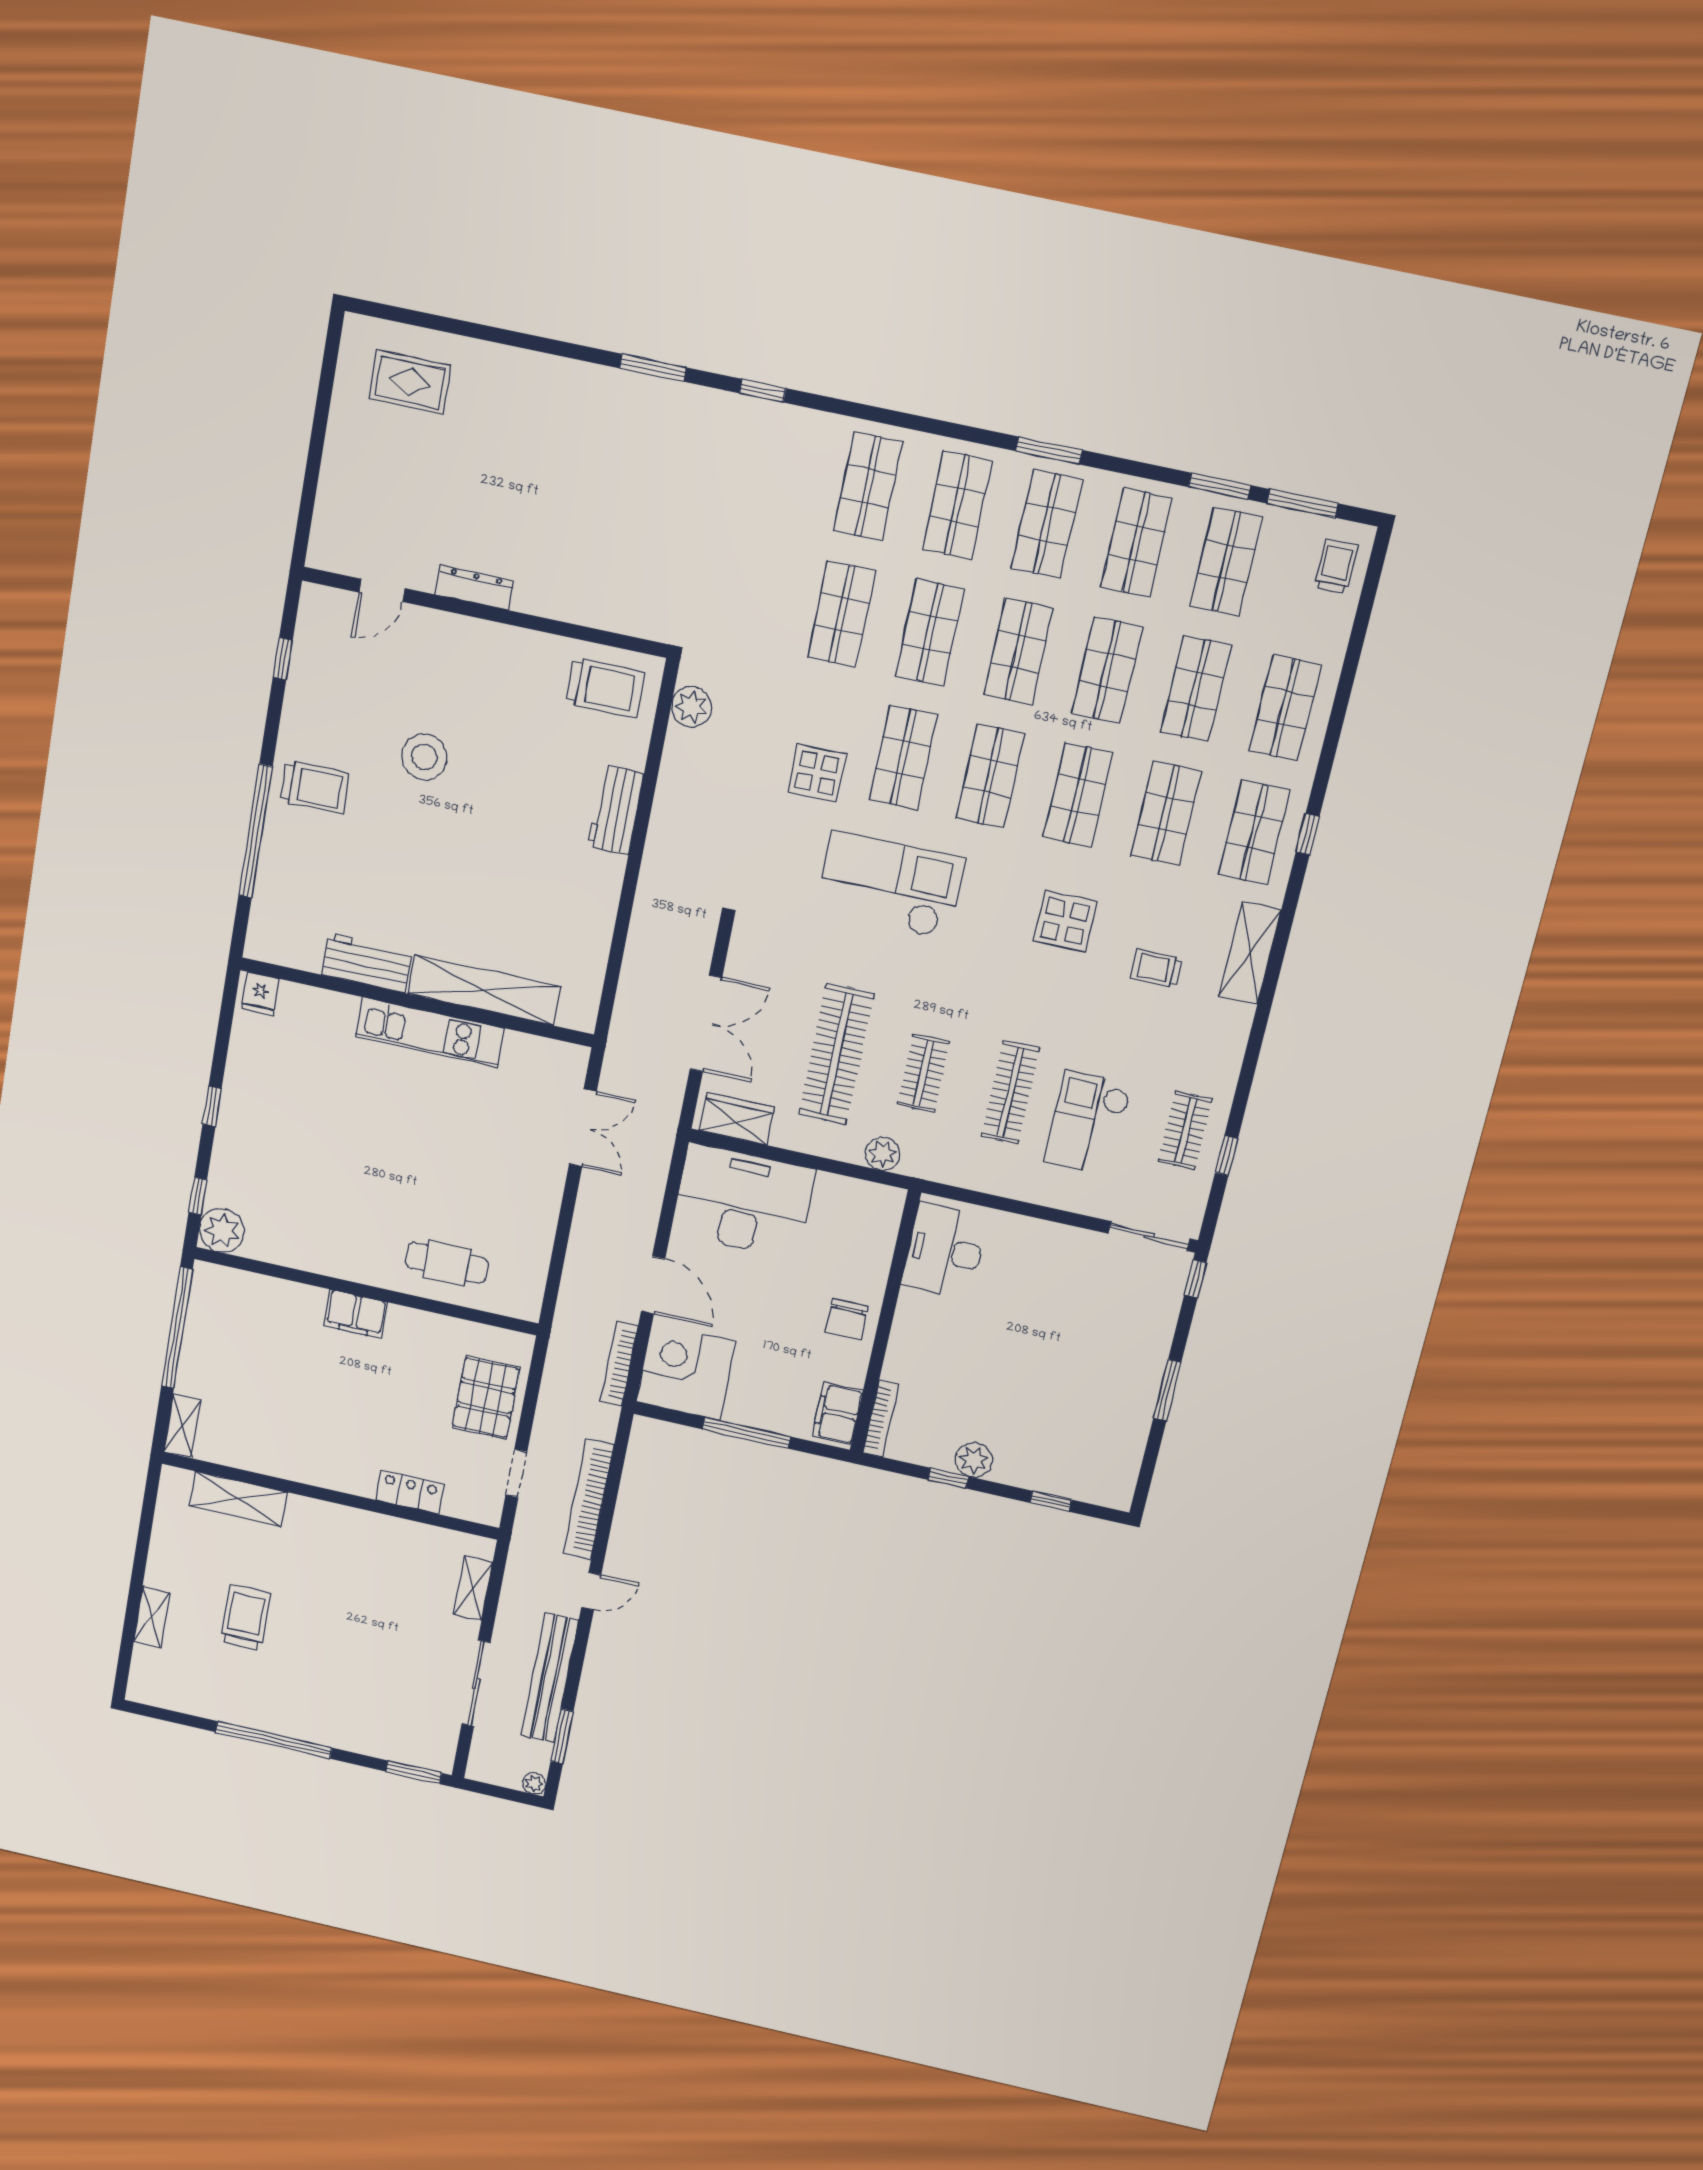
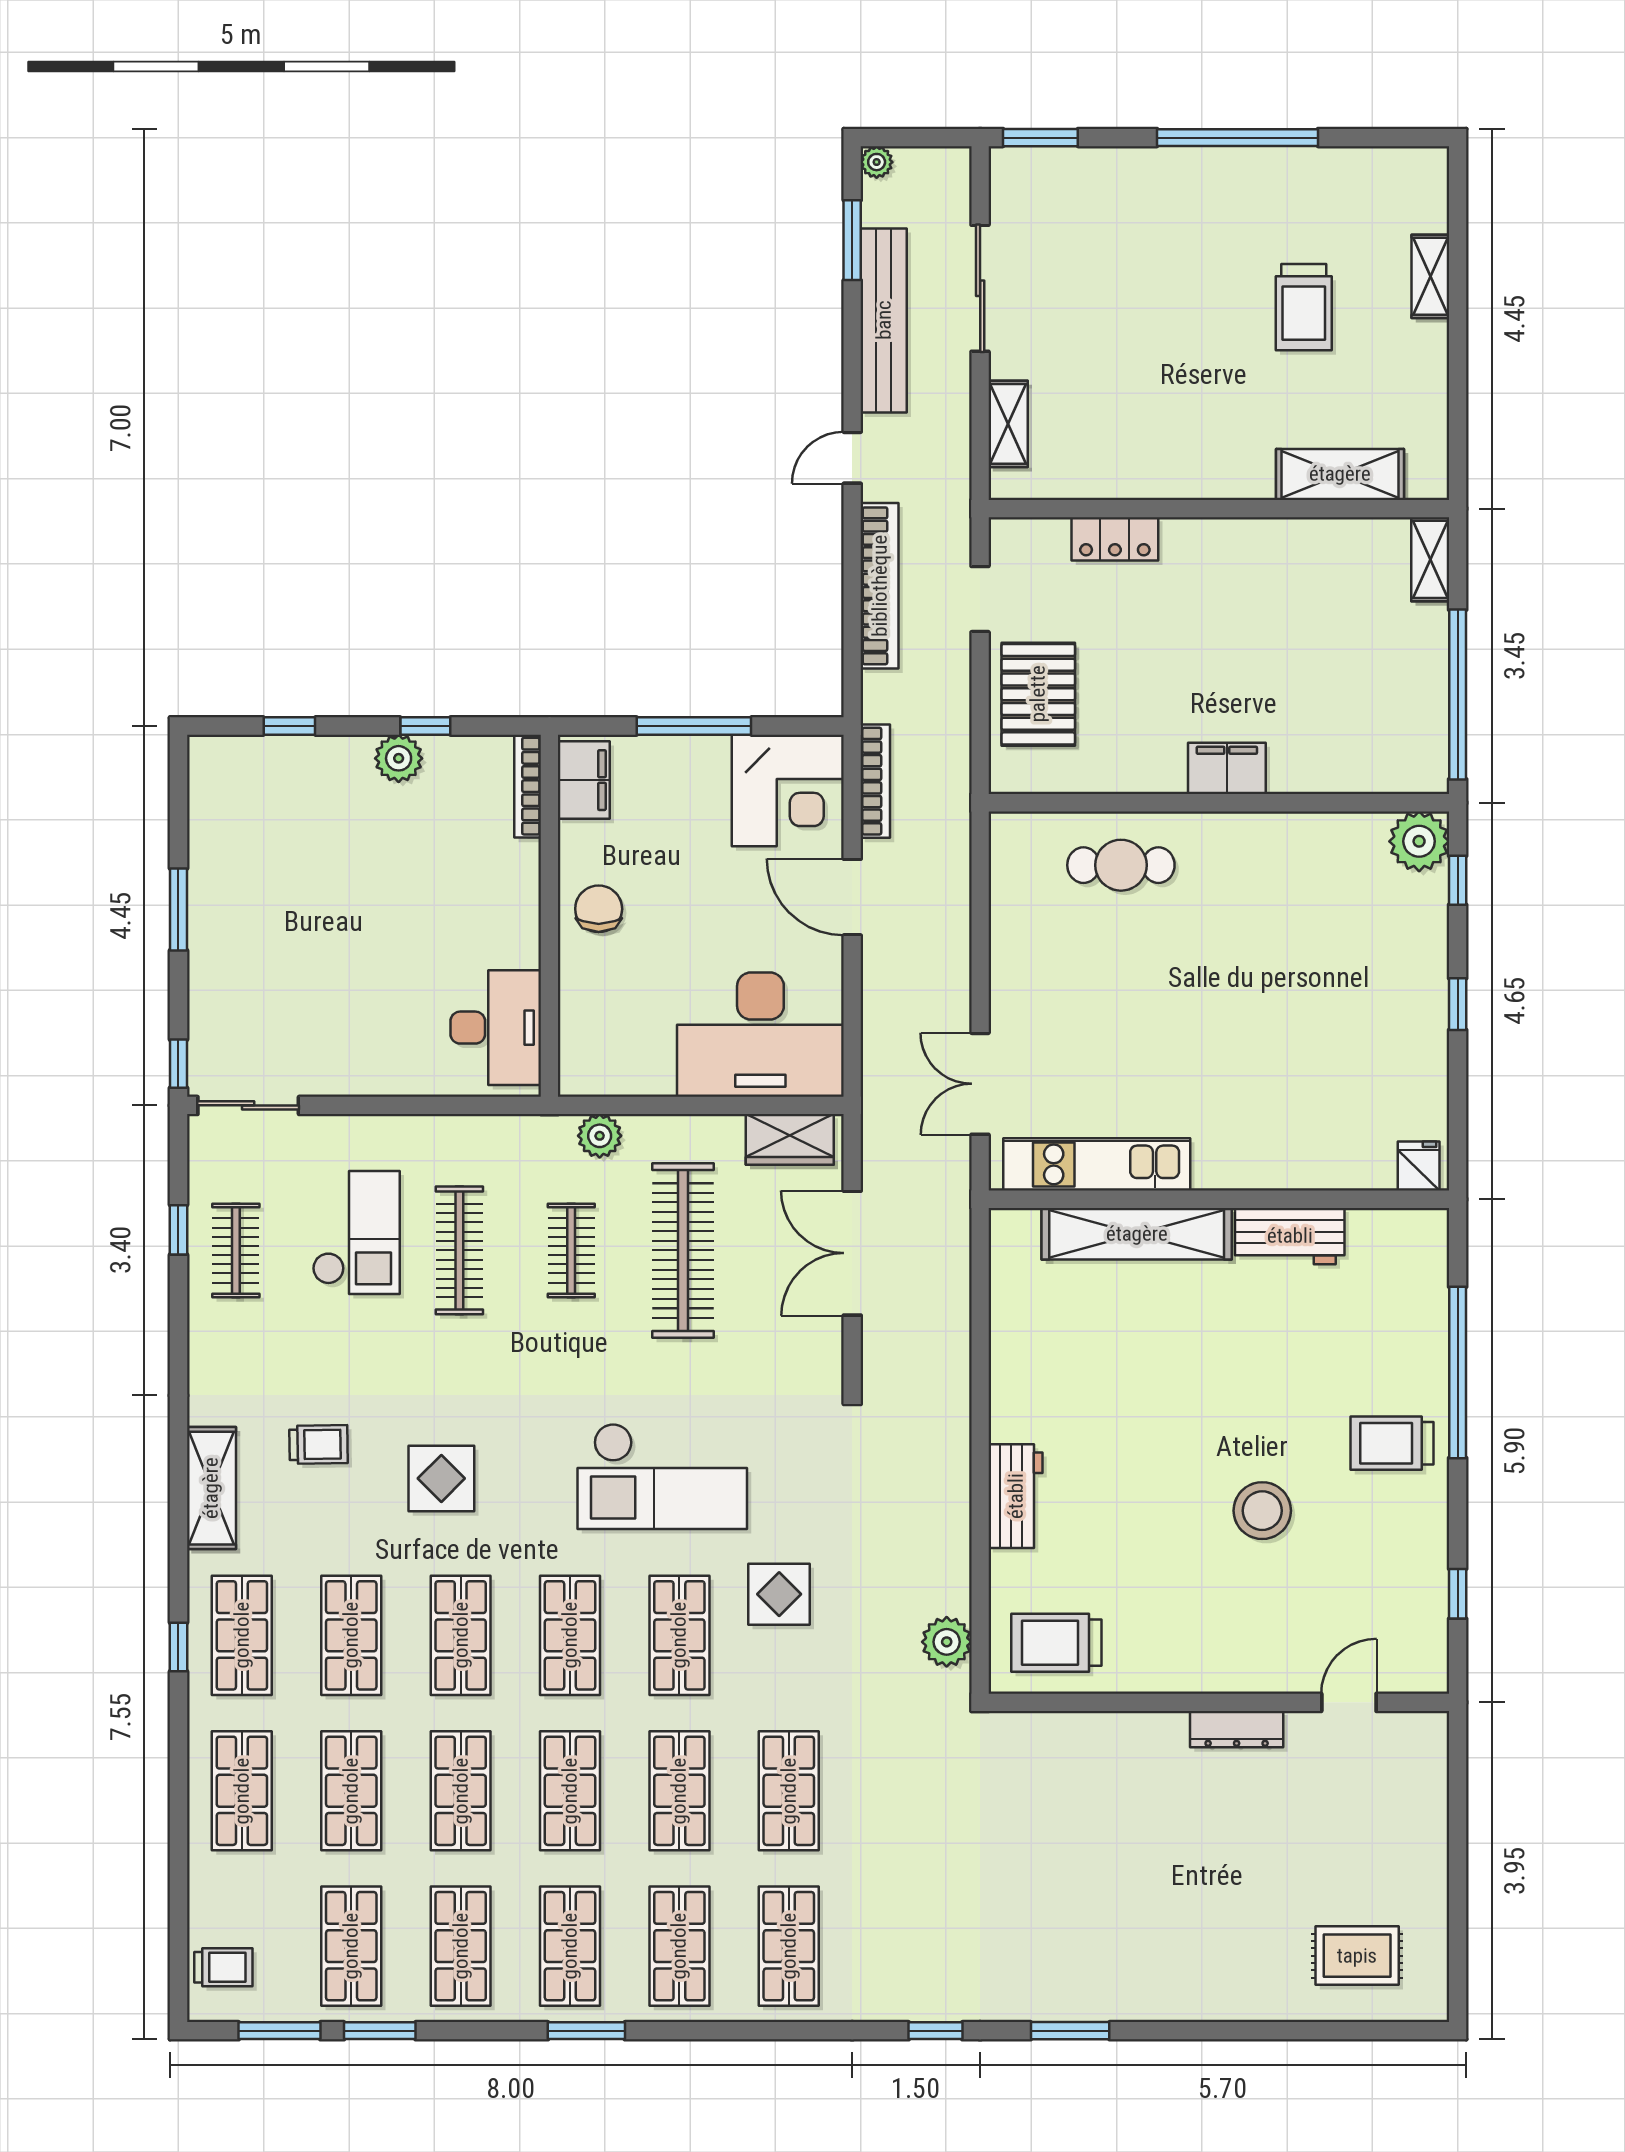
trolley: (1336, 566) -> (223, 1967), turned -90
kitchen unit: (429, 1032) -> (1097, 1164), moved

